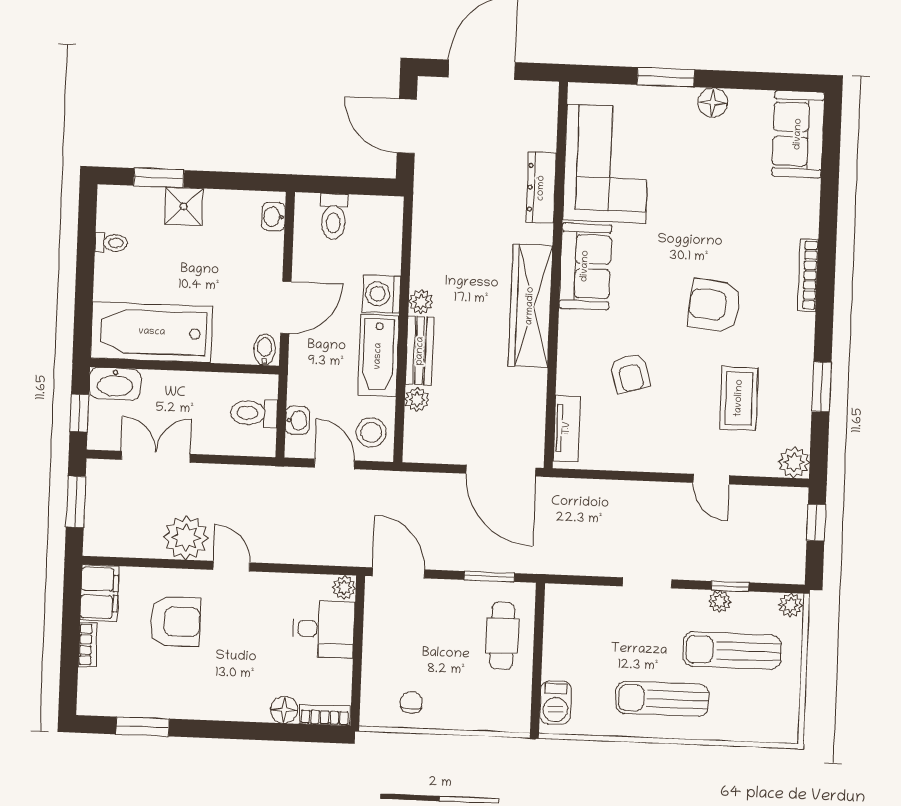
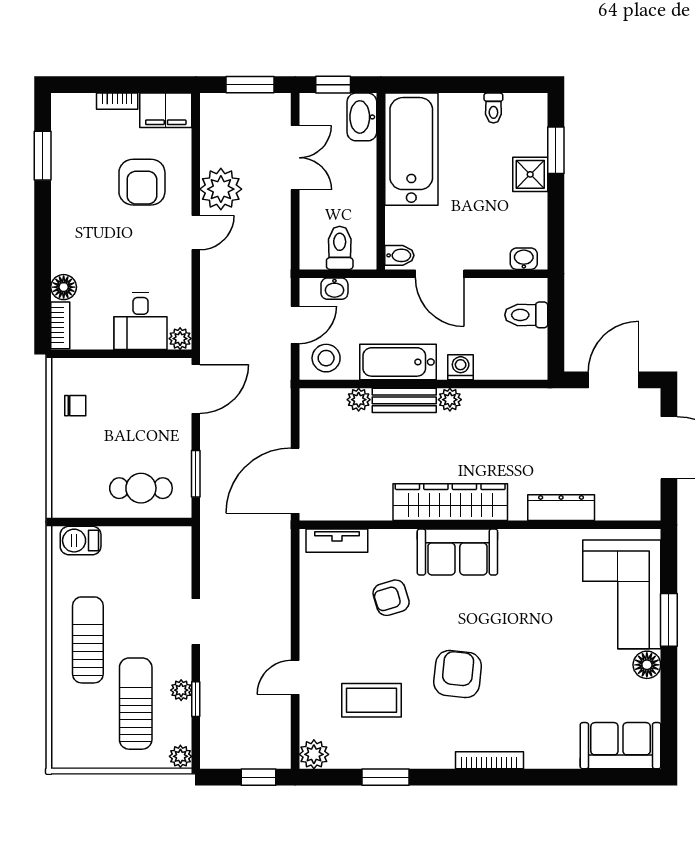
corner sofa: (606, 164) -> (622, 594), moved, turned 90
sofa: (585, 266) -> (457, 552), moved
washing machine: (381, 294) -> (461, 367), width x0.73, depth x0.73

